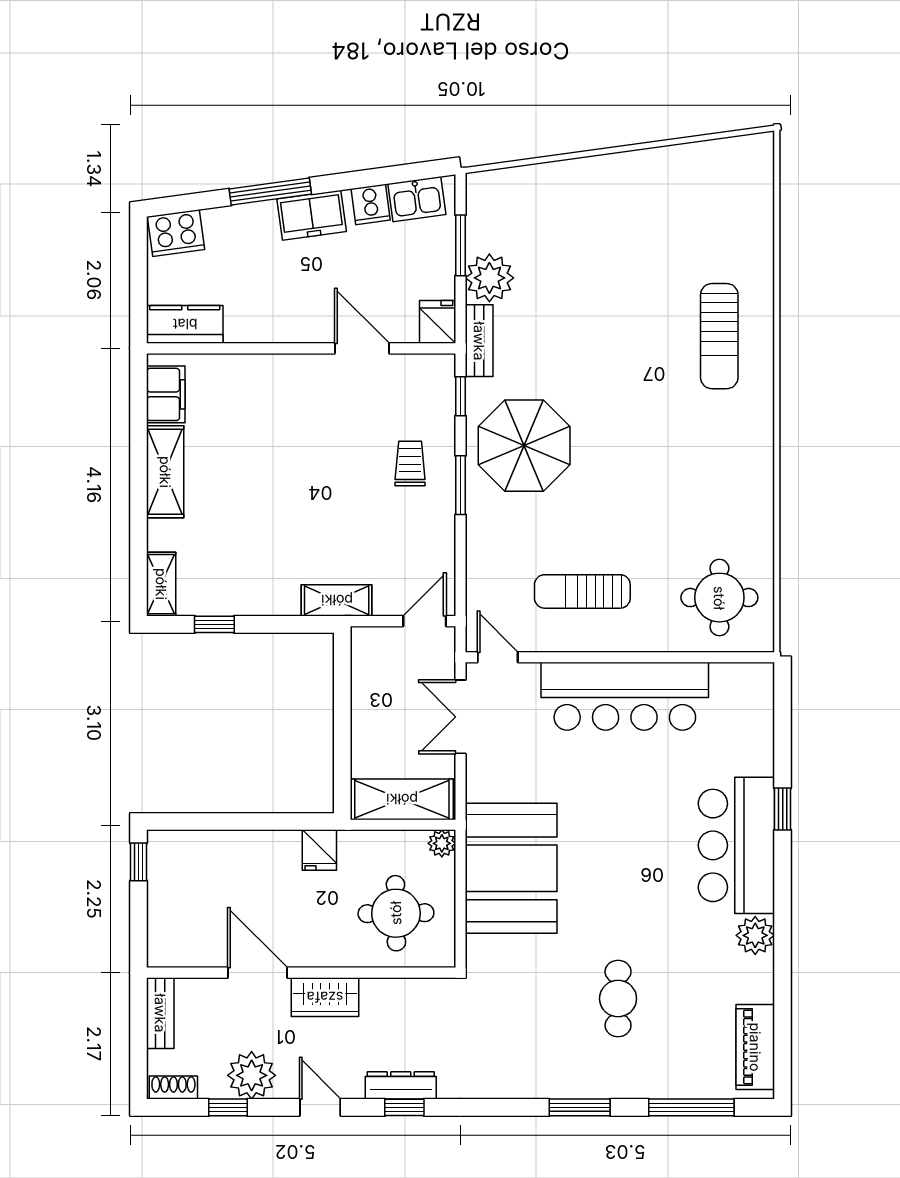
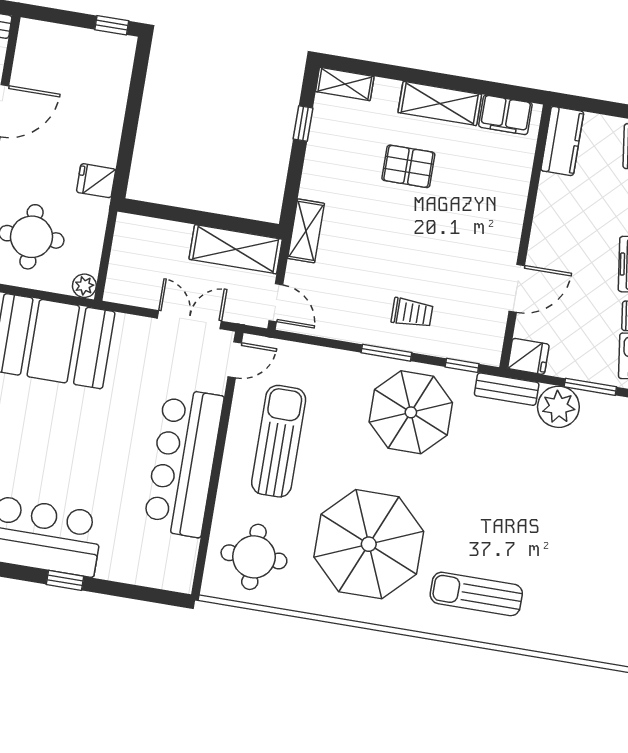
parasol: (683, 469) -> (369, 544), added
pallet: (243, 496) -> (408, 166), added
sun lounger: (582, 591) -> (279, 441), width x1.36, depth x1.34
shelving: (402, 799) -> (236, 249), moved, turned 90

